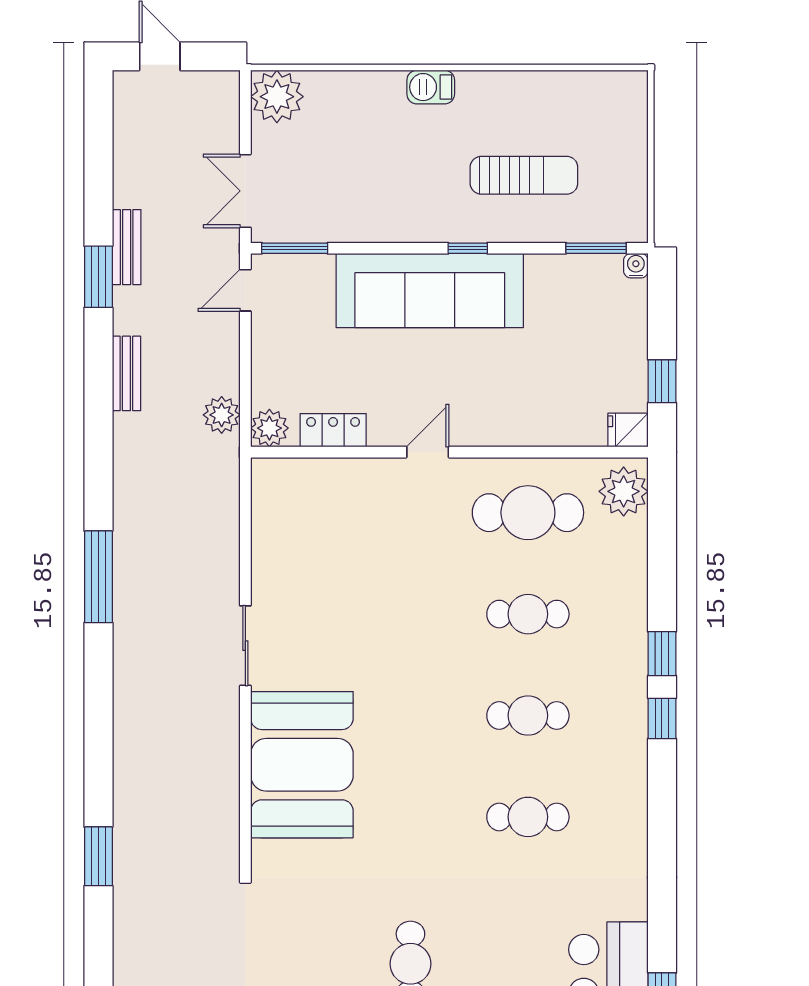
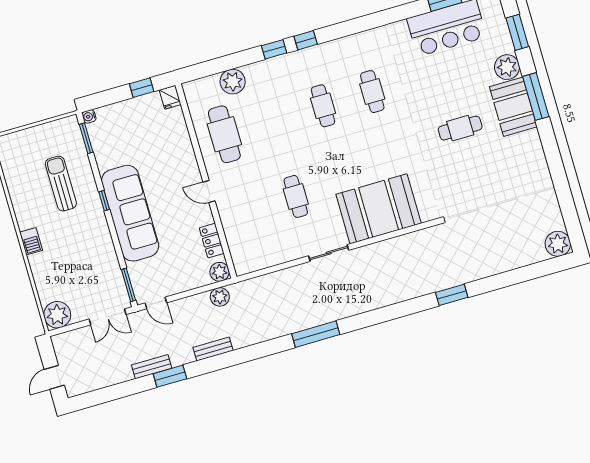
plant: (624, 491) -> (233, 82), moved
cafe table: (528, 614) -> (296, 196), moved

